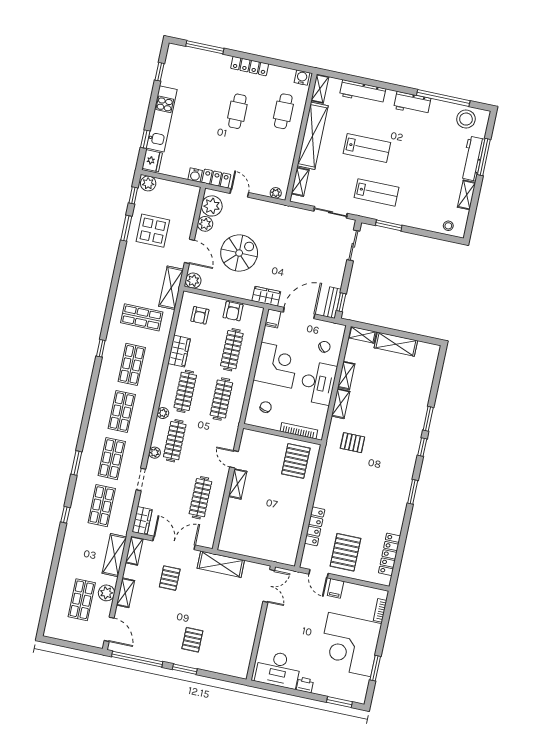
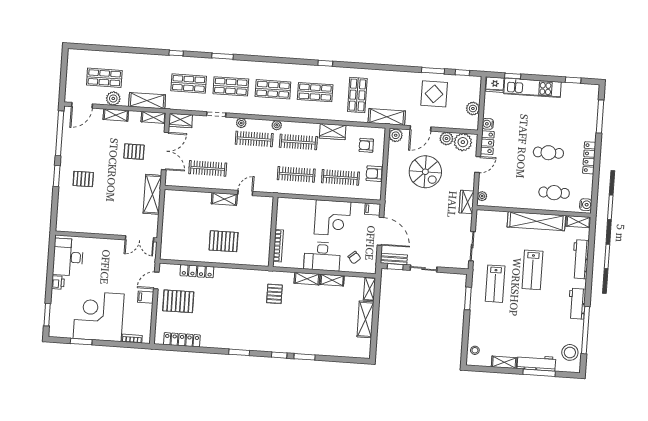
shelving: (300, 182) -> (495, 216), removed
plant: (148, 183) -> (473, 108), moved
sliding door: (353, 245) -> (424, 269), moved
wardrobe: (266, 296) -> (467, 202), moved, turned 180
chair: (266, 407) -> (295, 214), removed
pallet: (296, 461) -> (224, 241), moved

